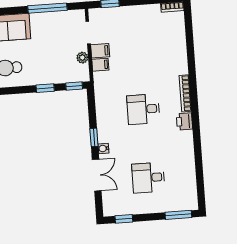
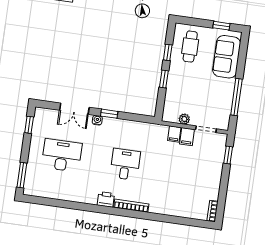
window: (74, 86) -> (168, 52), moved
desk: (148, 178) -> (62, 155), width x1.37

